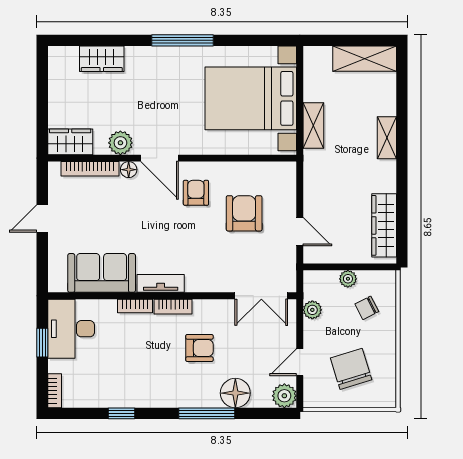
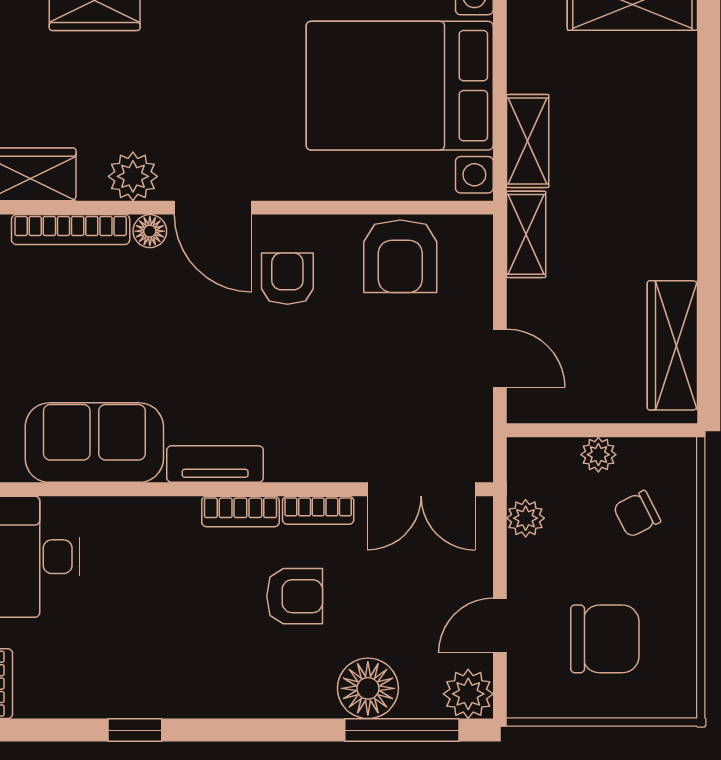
shelving: (387, 138) -> (526, 234), moved
armchair: (244, 213) -> (400, 256), moved, turned 180
bookcase: (135, 306) -> (318, 510), moved
chair: (351, 369) -> (605, 639), turned 107
window: (207, 413) -> (402, 730), moved

